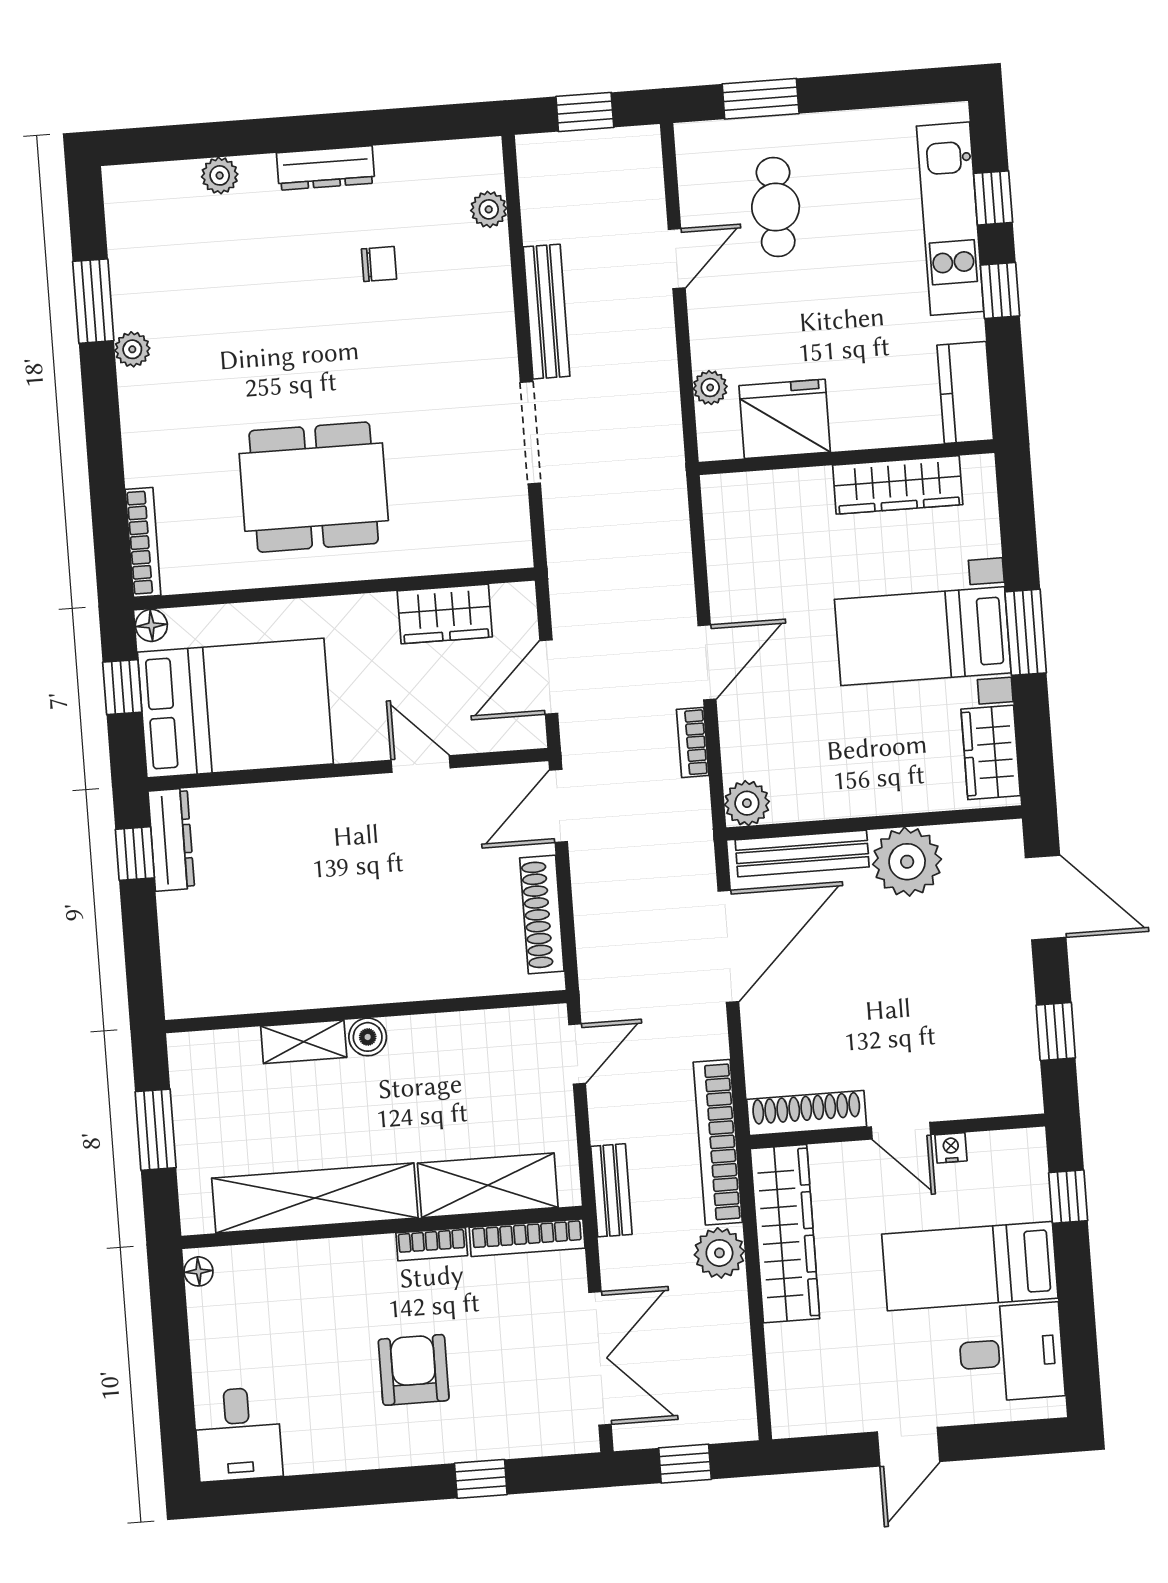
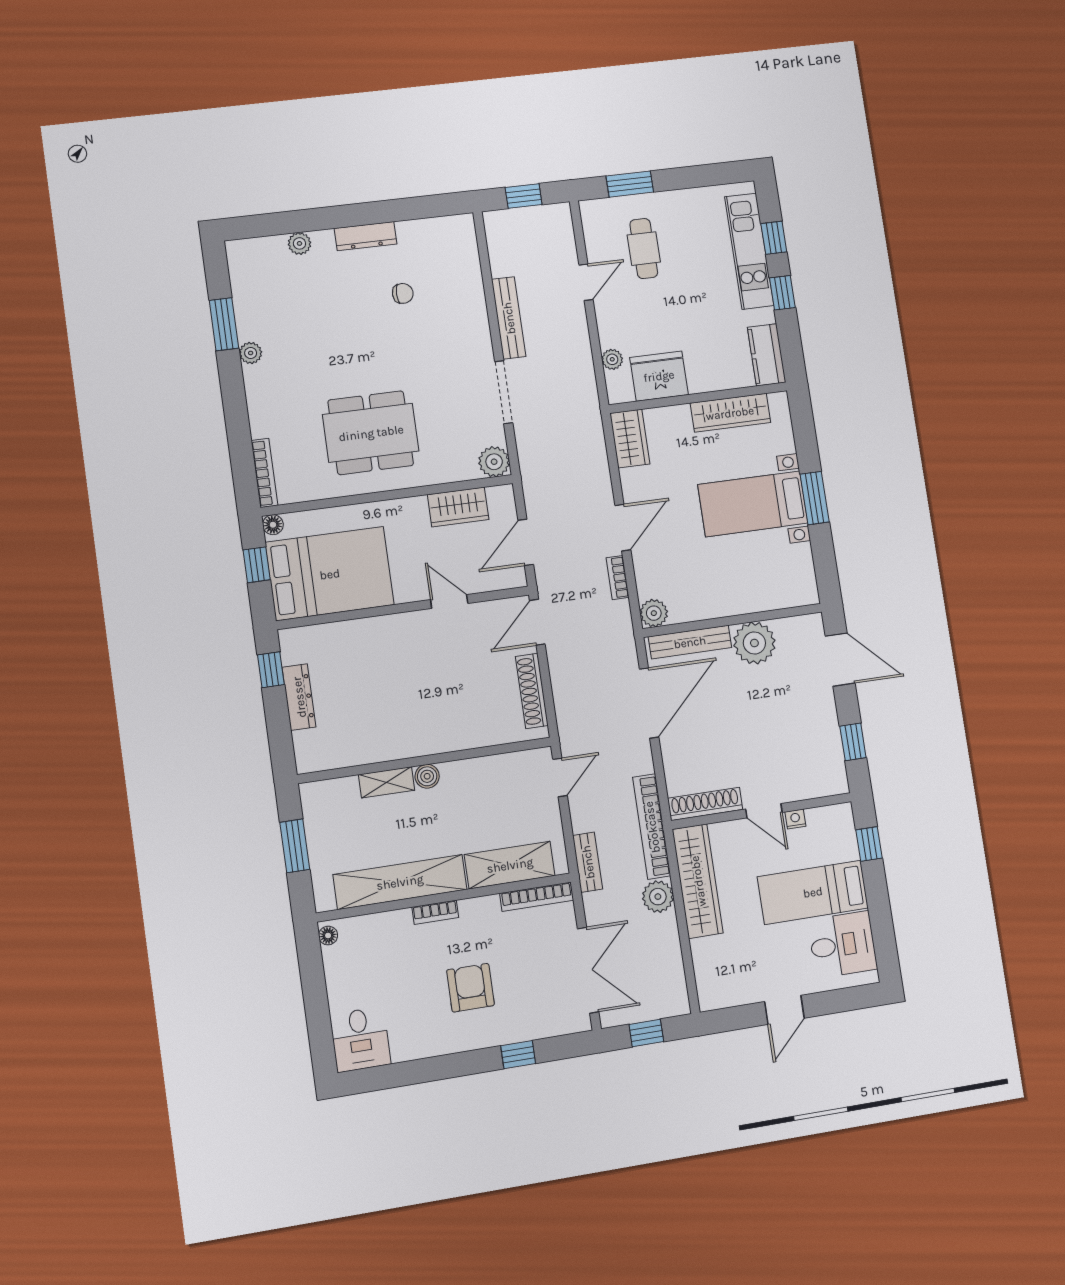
plant: (489, 209) -> (494, 462), moved, width x1.38, depth x1.38
wardrobe: (991, 752) -> (630, 439), moved, turned 180
dresser: (171, 840) -> (299, 697), moved
bookcase: (432, 1244) -> (435, 912), moved

